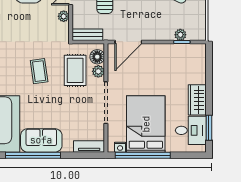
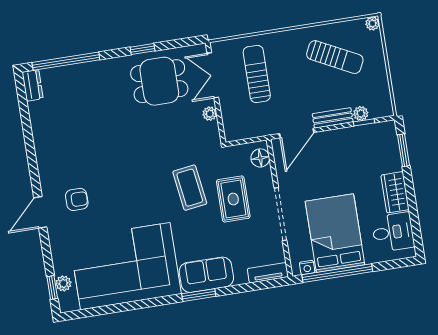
bench: (87, 35) -> (333, 118), moved
rug: (75, 70) -> (233, 199), moved
coffee table: (39, 71) -> (190, 188), width x1.36, depth x1.30
plant: (98, 71) -> (265, 176), removed
window: (209, 128) -> (403, 150), moved
window: (33, 155) -> (199, 295), width x0.47

